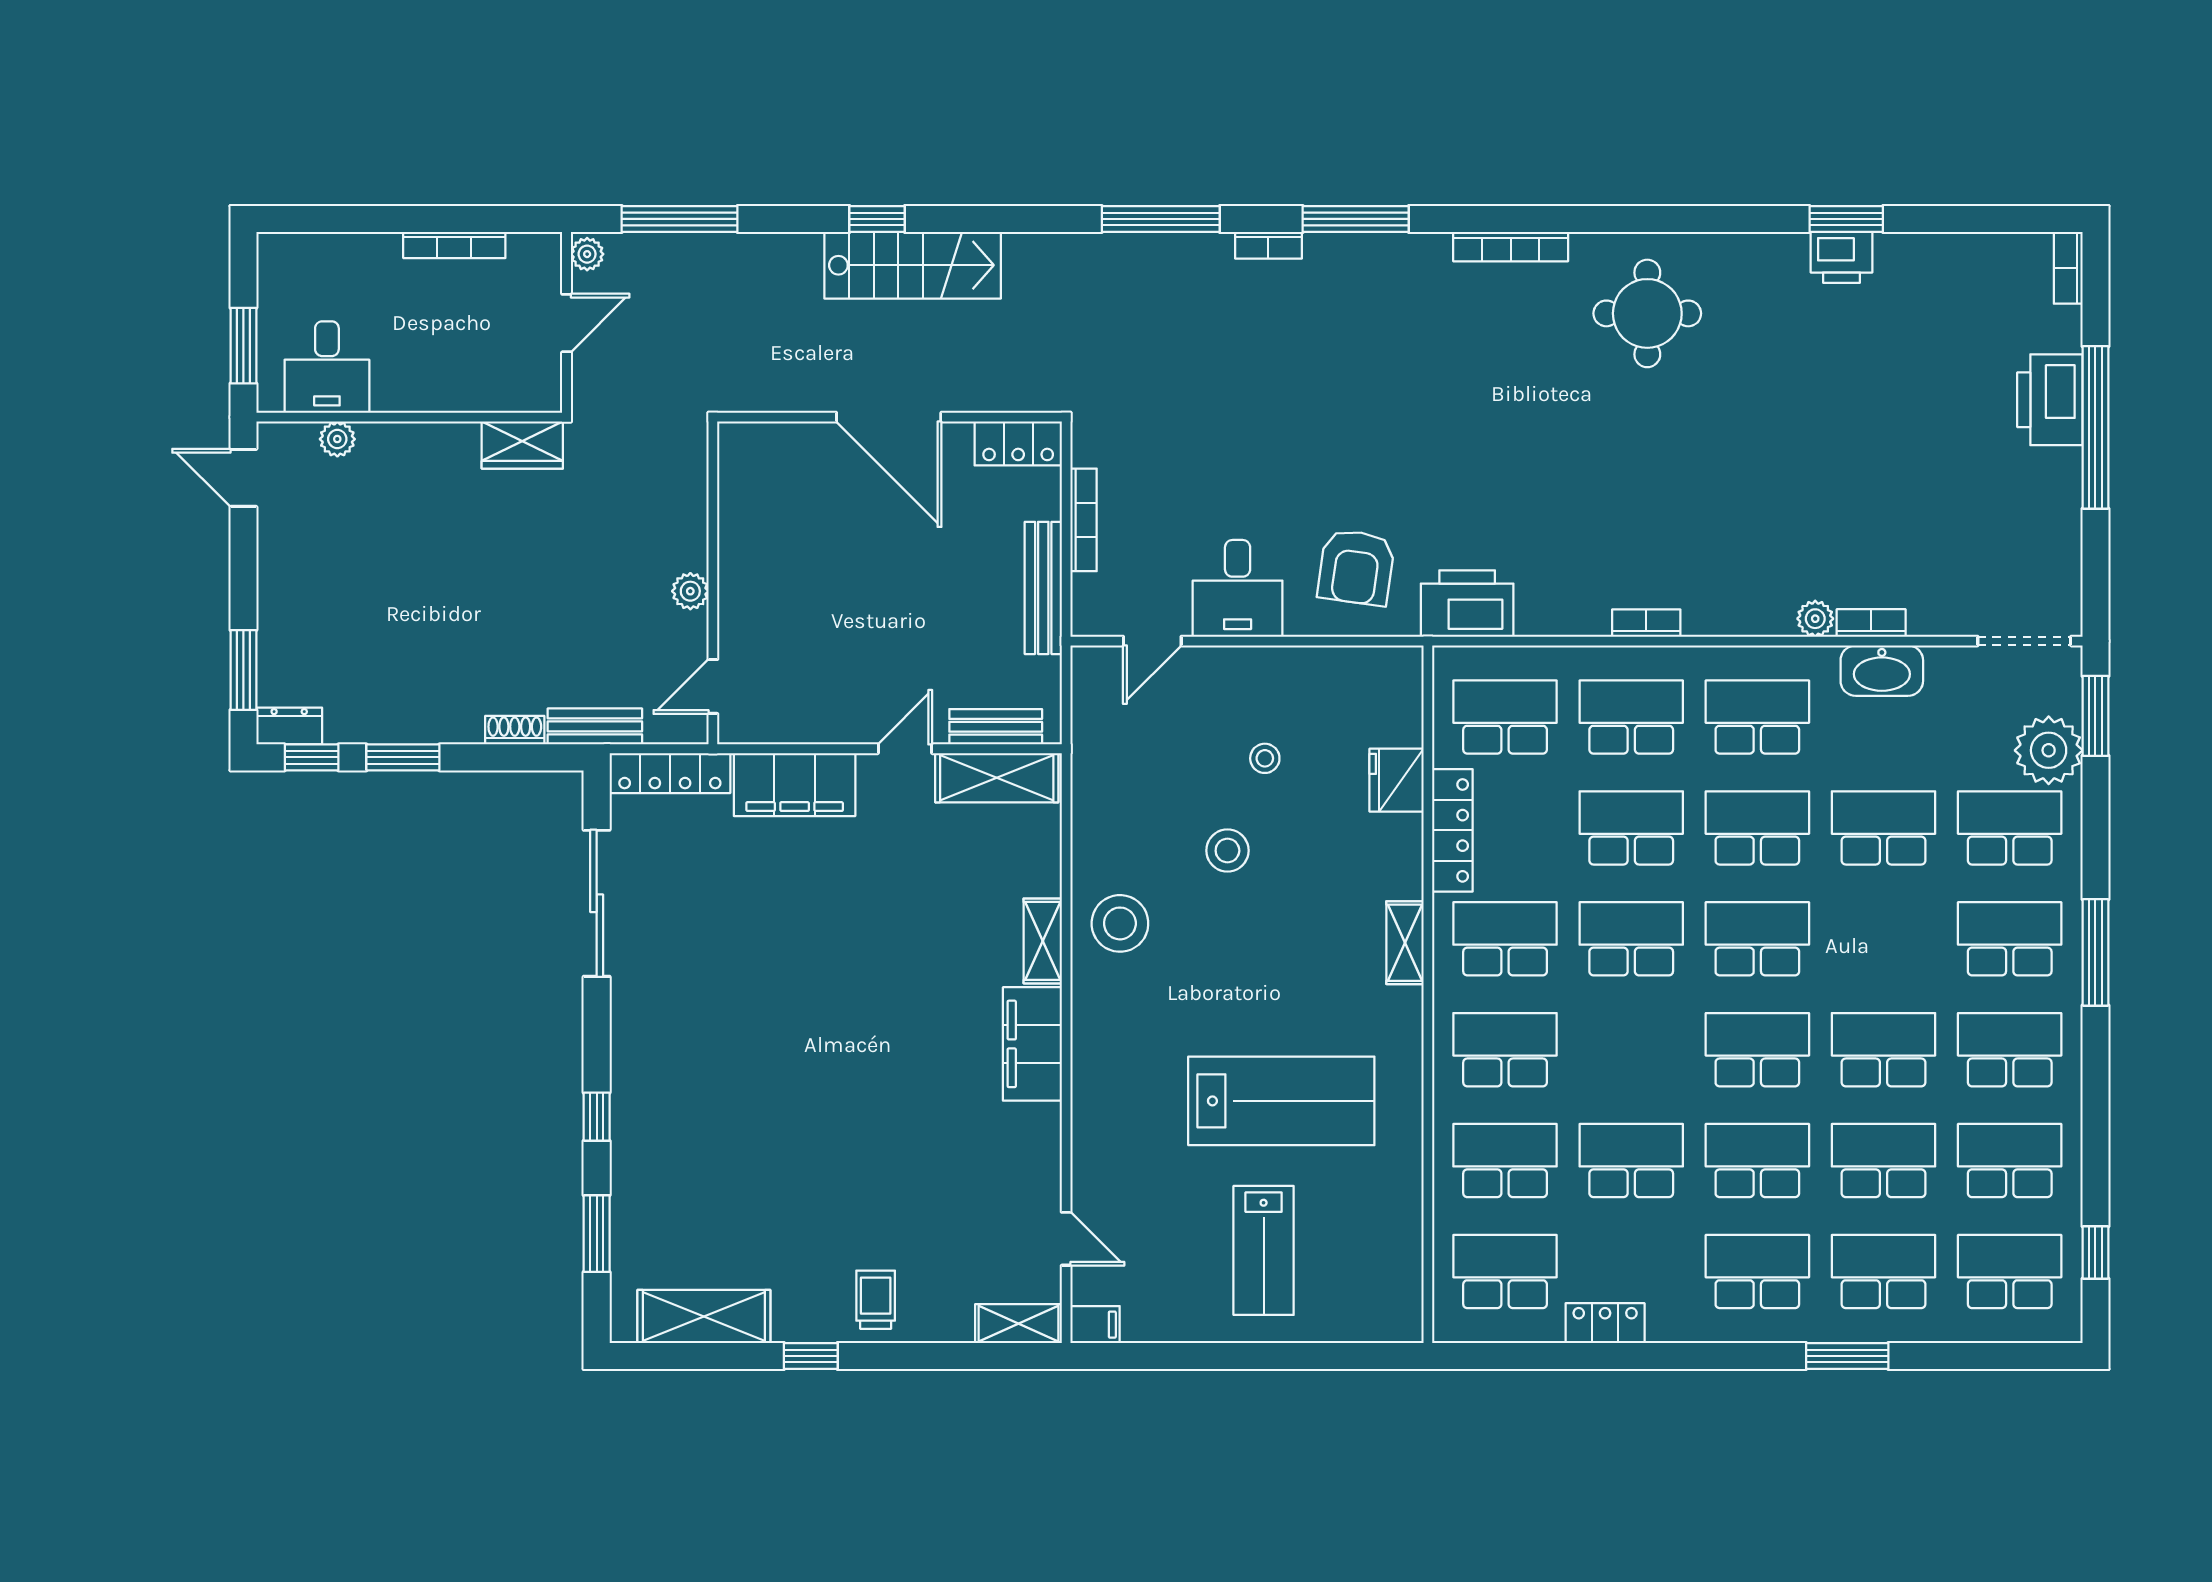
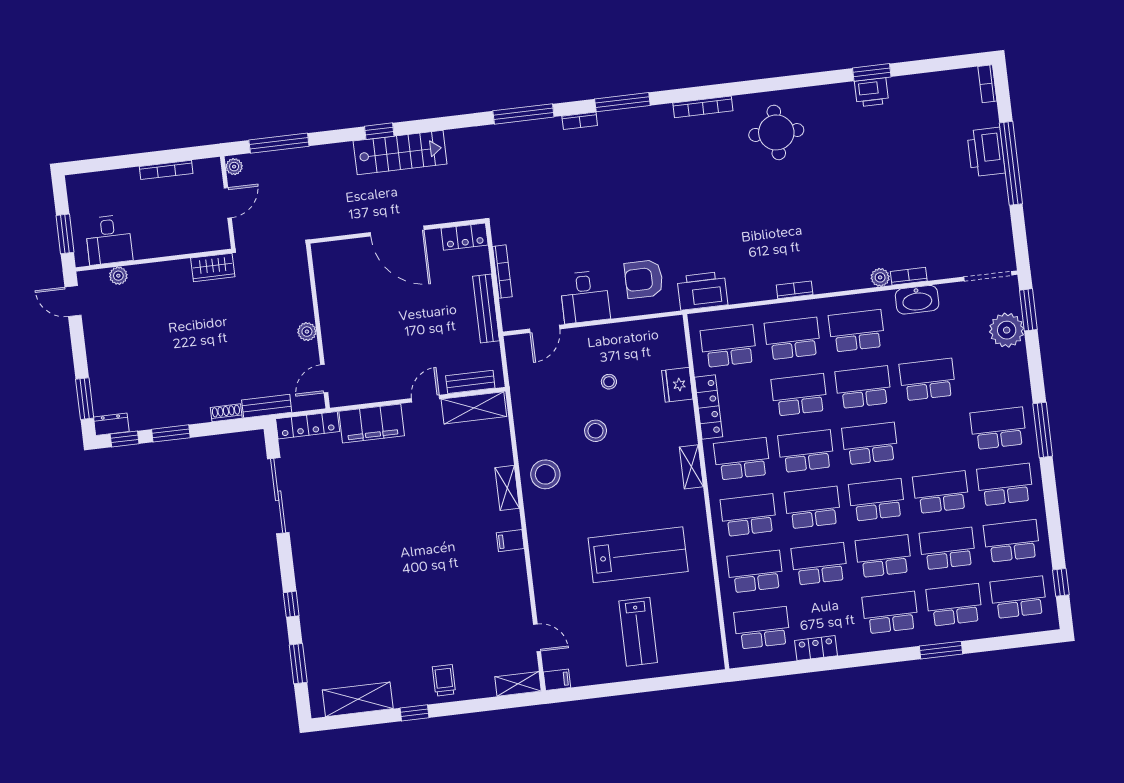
armchair: (1356, 567) -> (644, 279), turned 82
school desk: (2010, 828) -> (813, 508), moved
filing cabinet: (1032, 1044) -> (510, 541), width x0.33, depth x0.86

